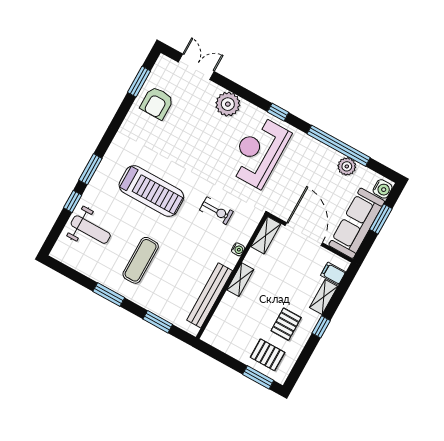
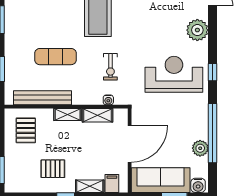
shelving: (266, 235) -> (98, 115), moved
water cooler: (238, 249) -> (108, 100), moved
exercise mat: (141, 260) -> (55, 57), moved
pallet: (268, 355) -> (26, 130), moved

